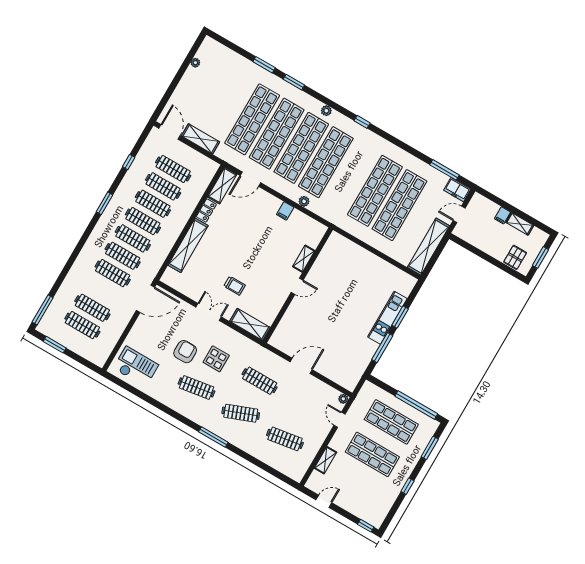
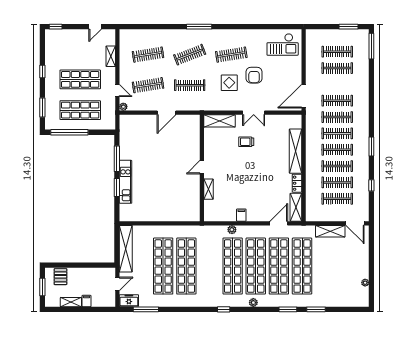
clothes rail: (304, 406) -> (148, 85), added

